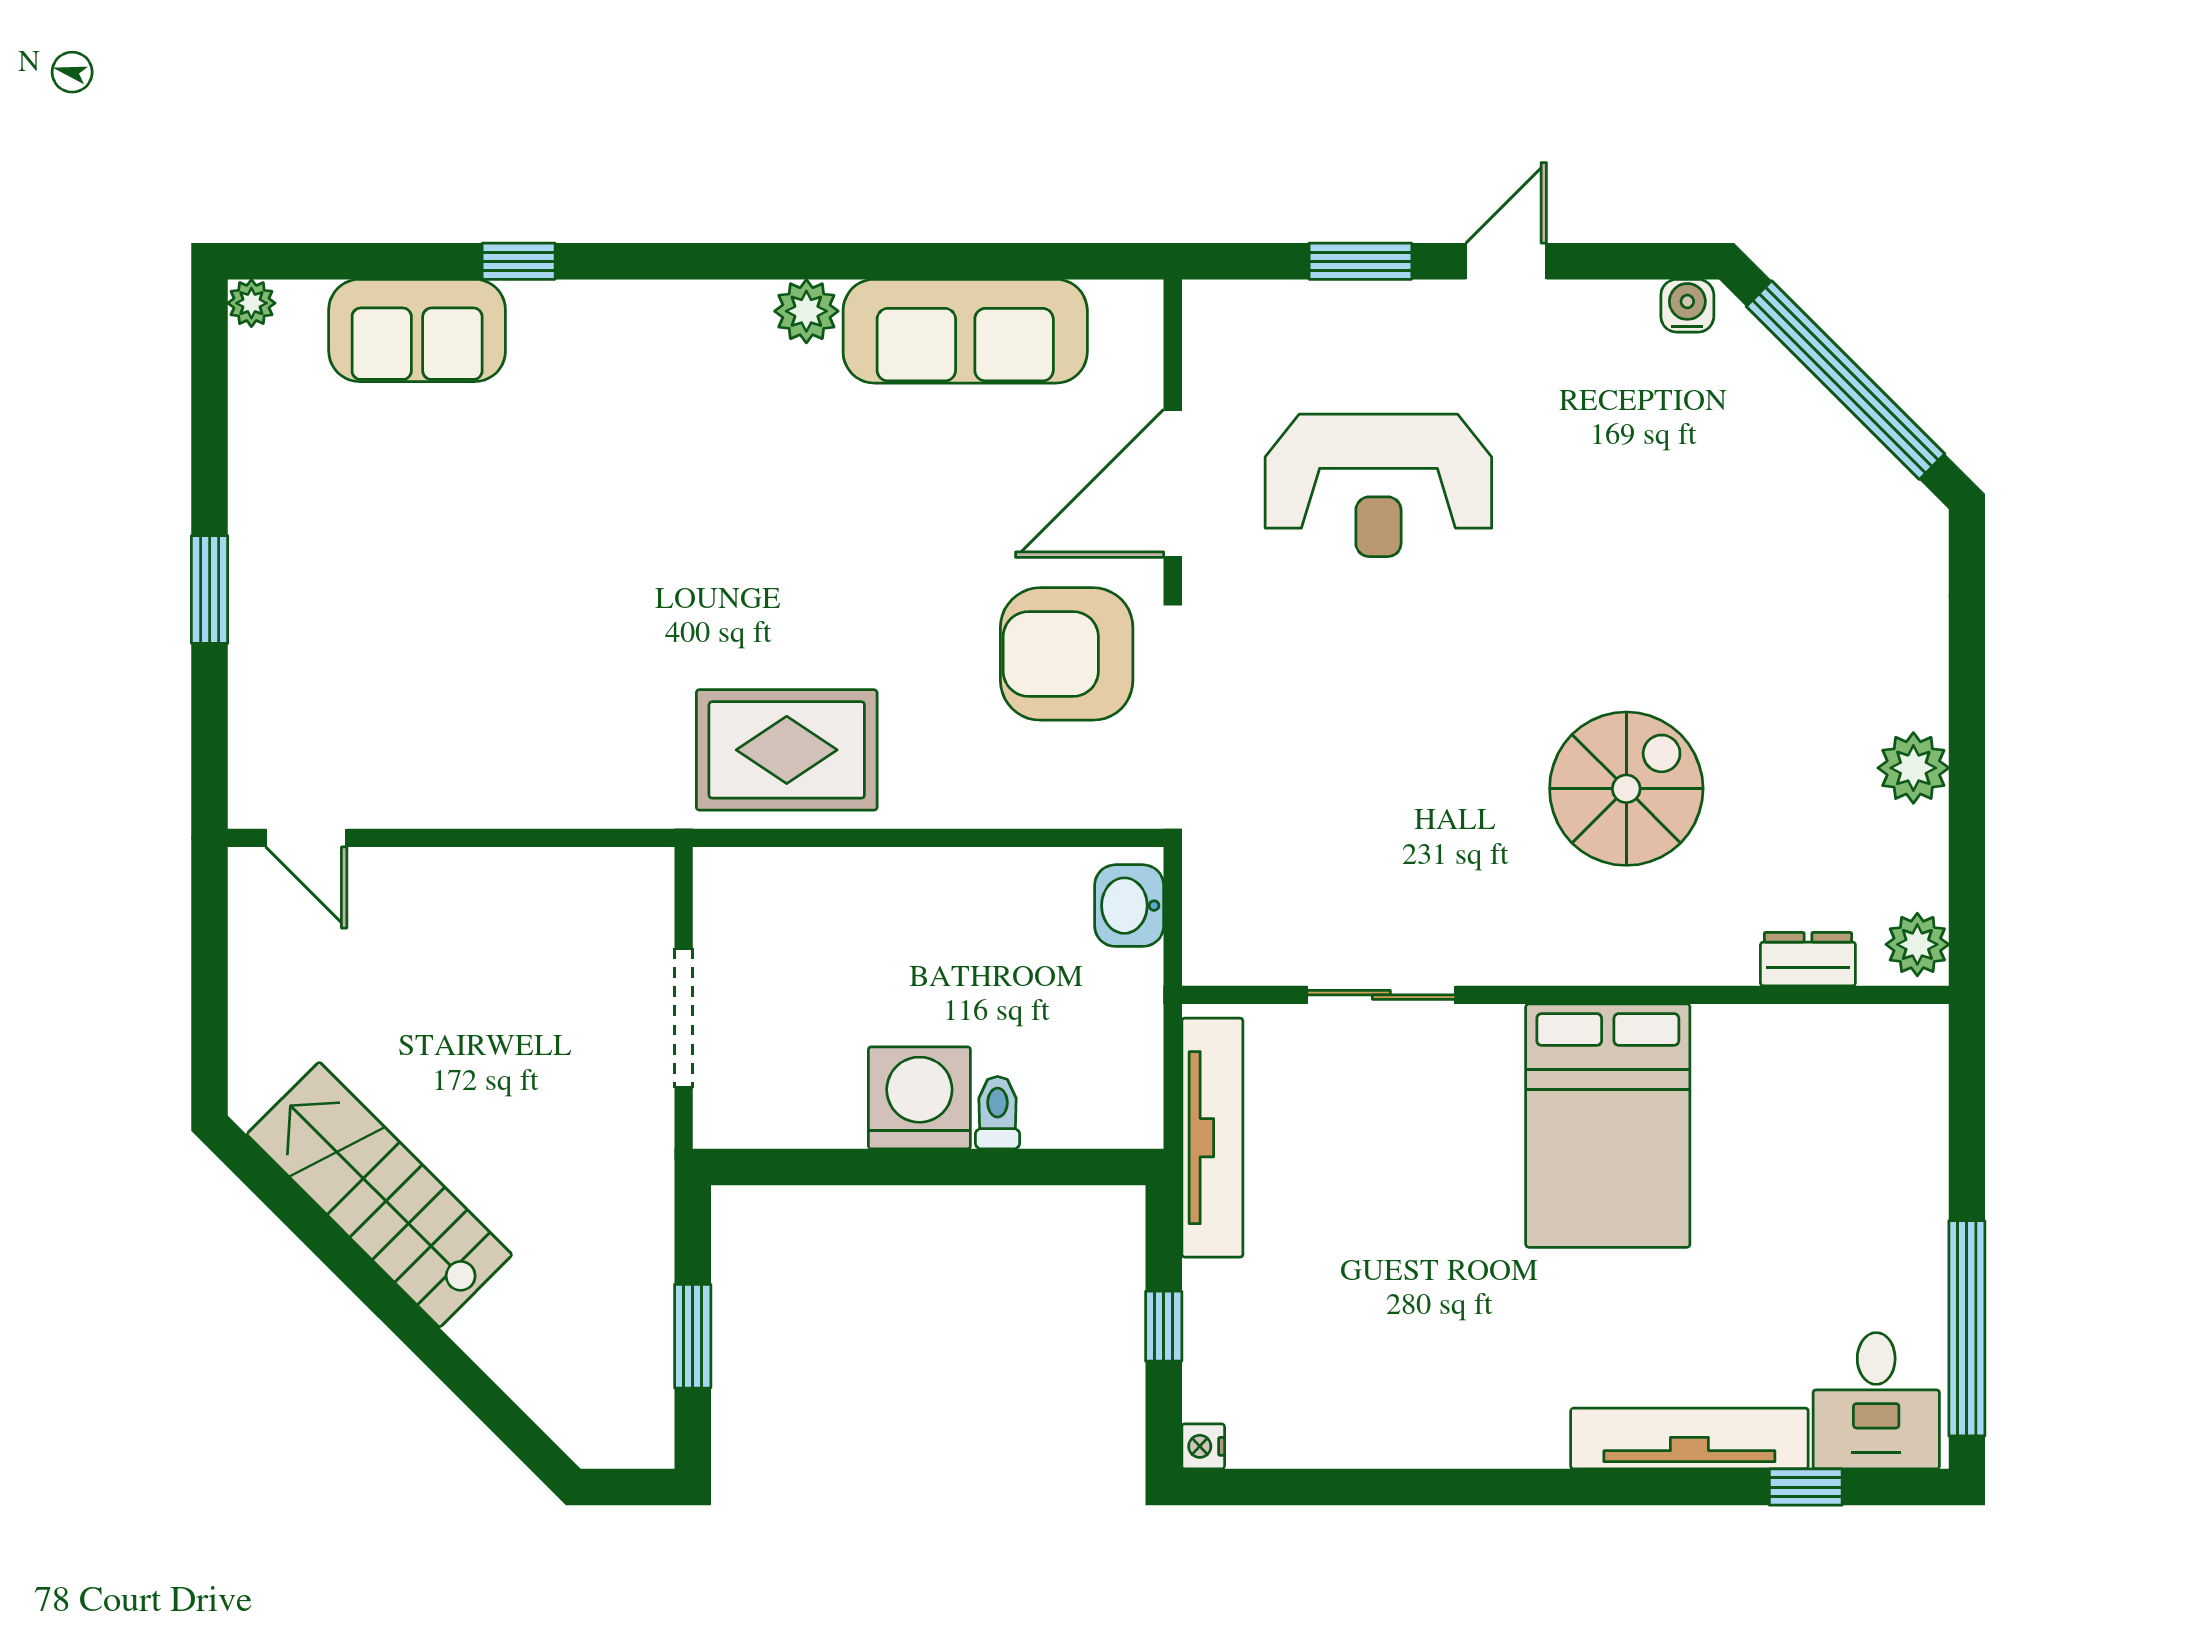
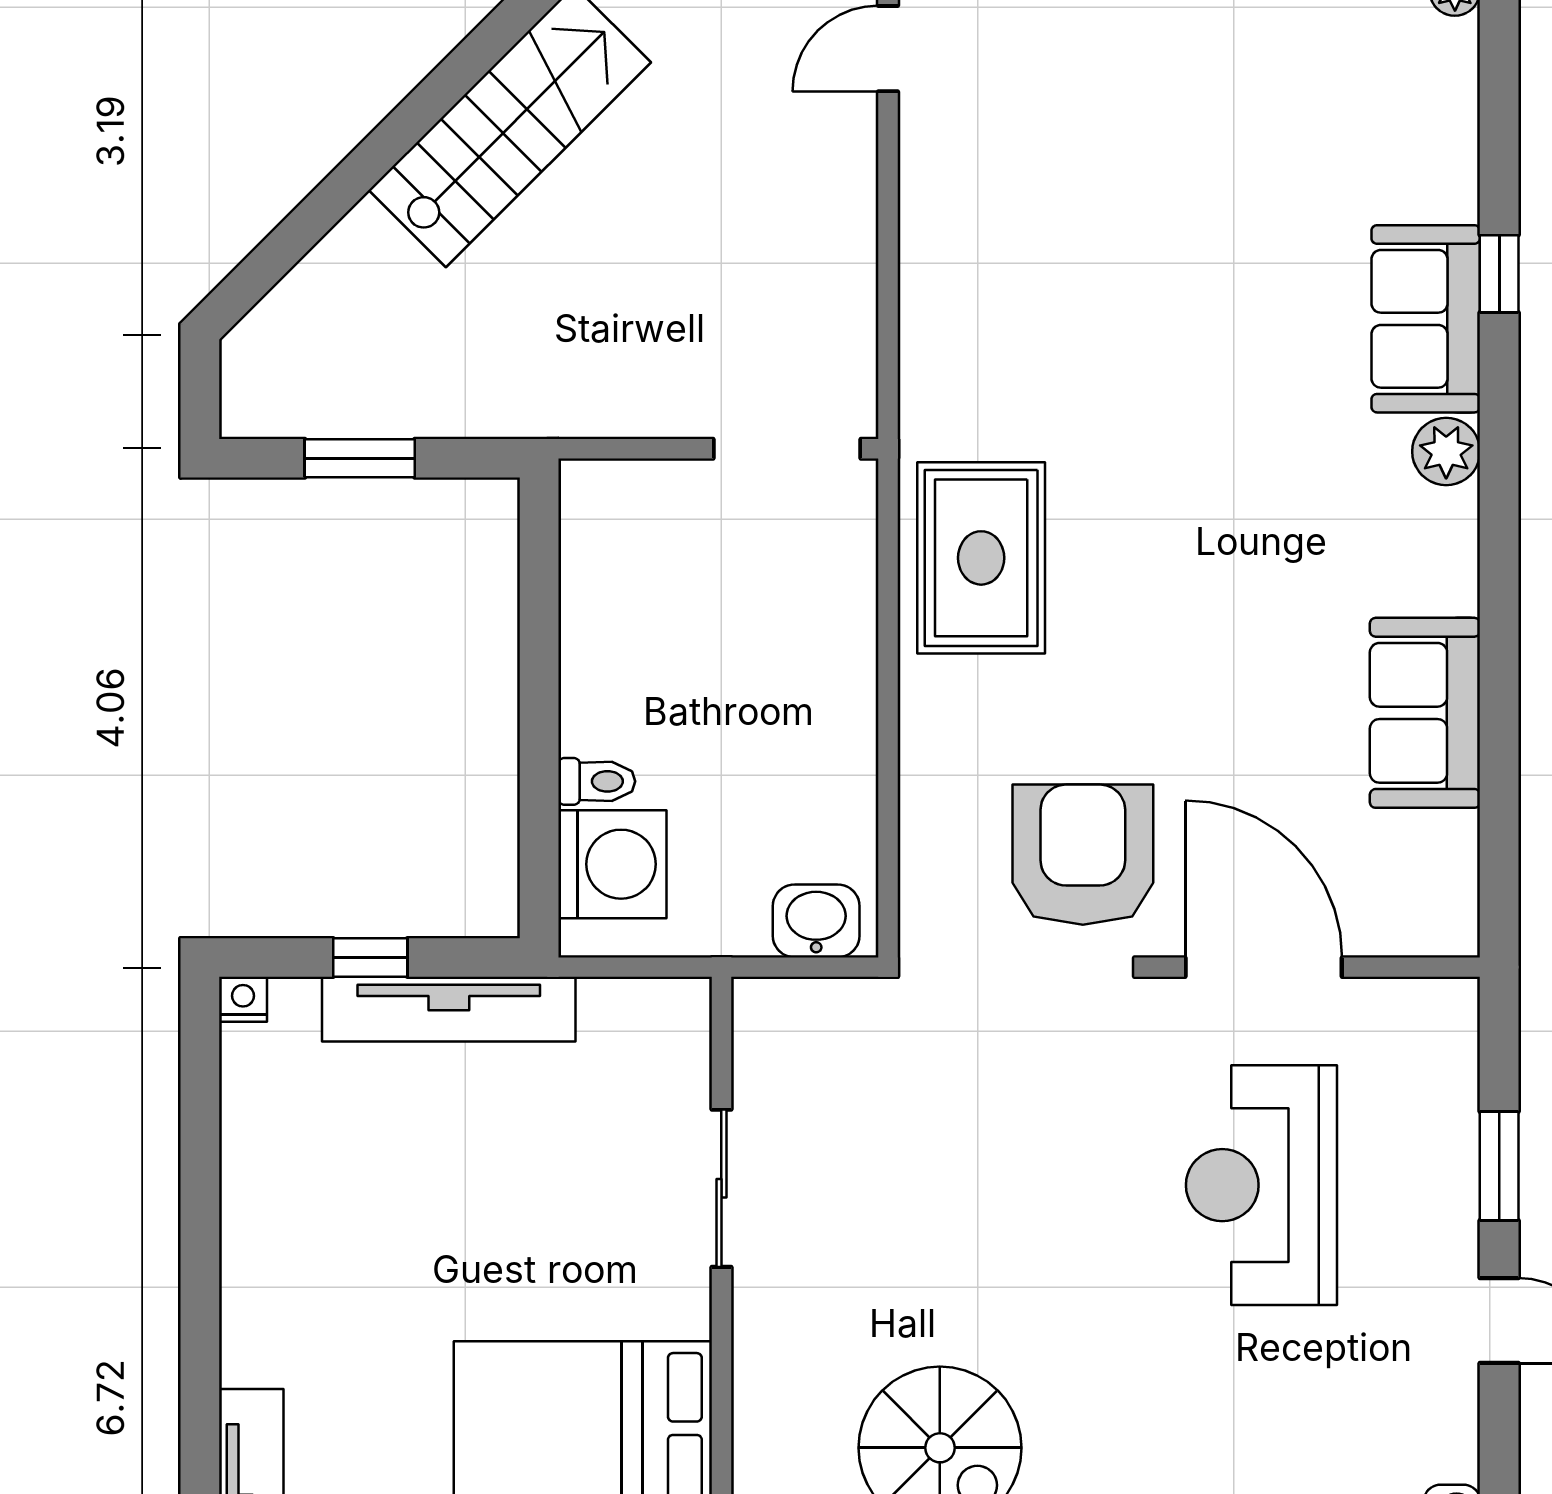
plant: (806, 311) -> (1446, 451), moved
sofa: (417, 330) -> (1426, 319), moved
sofa: (965, 331) -> (1425, 713), width x0.73
doorway: (684, 1018) -> (787, 449), moved
washing machine: (919, 1098) -> (612, 864), moved
tv unit: (1212, 1138) -> (449, 1009), moved

